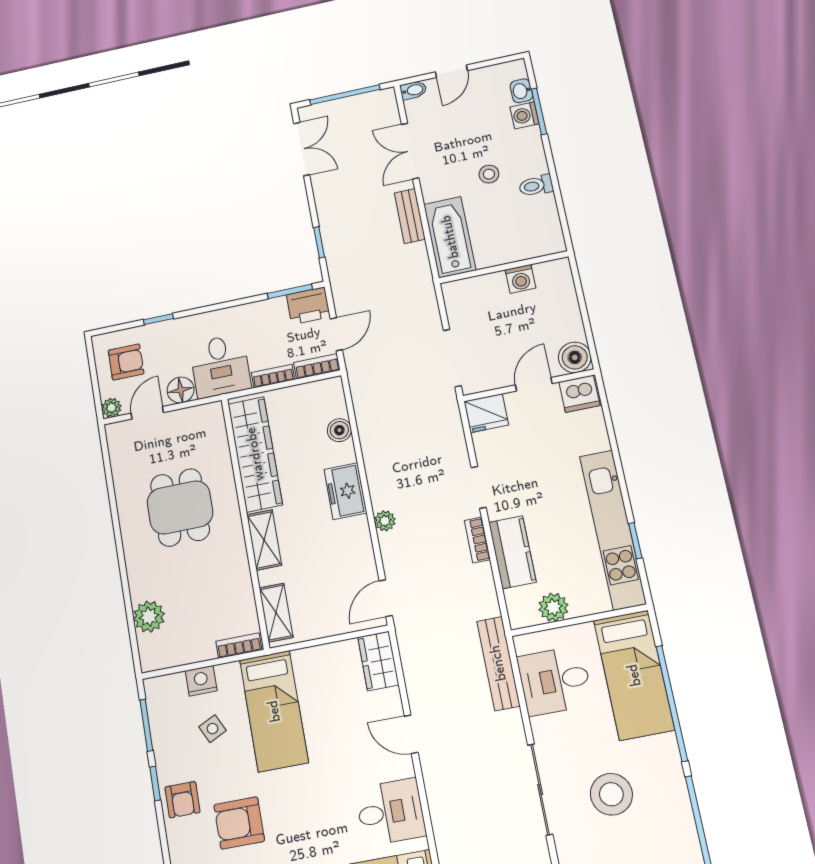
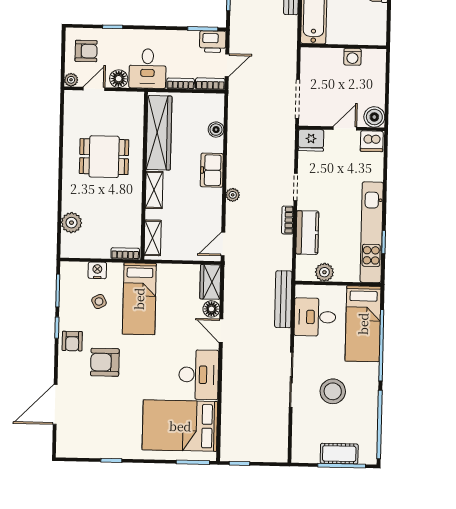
dining table: (180, 507) -> (104, 157), turned 90
floor lamp: (389, 703) -> (211, 309), added
desk: (391, 812) -> (199, 375), width x1.37

